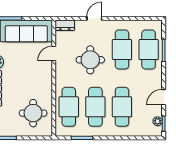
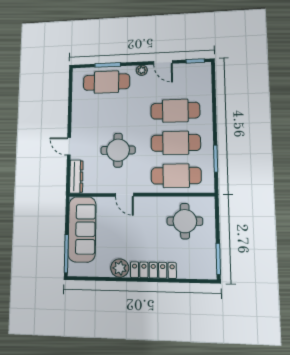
dresser: (65, 25) -> (76, 177), width x1.44
cafe table: (122, 49) -> (106, 113), removed
door: (54, 54) -> (124, 195), moved
plant: (158, 121) -> (142, 70), moved

